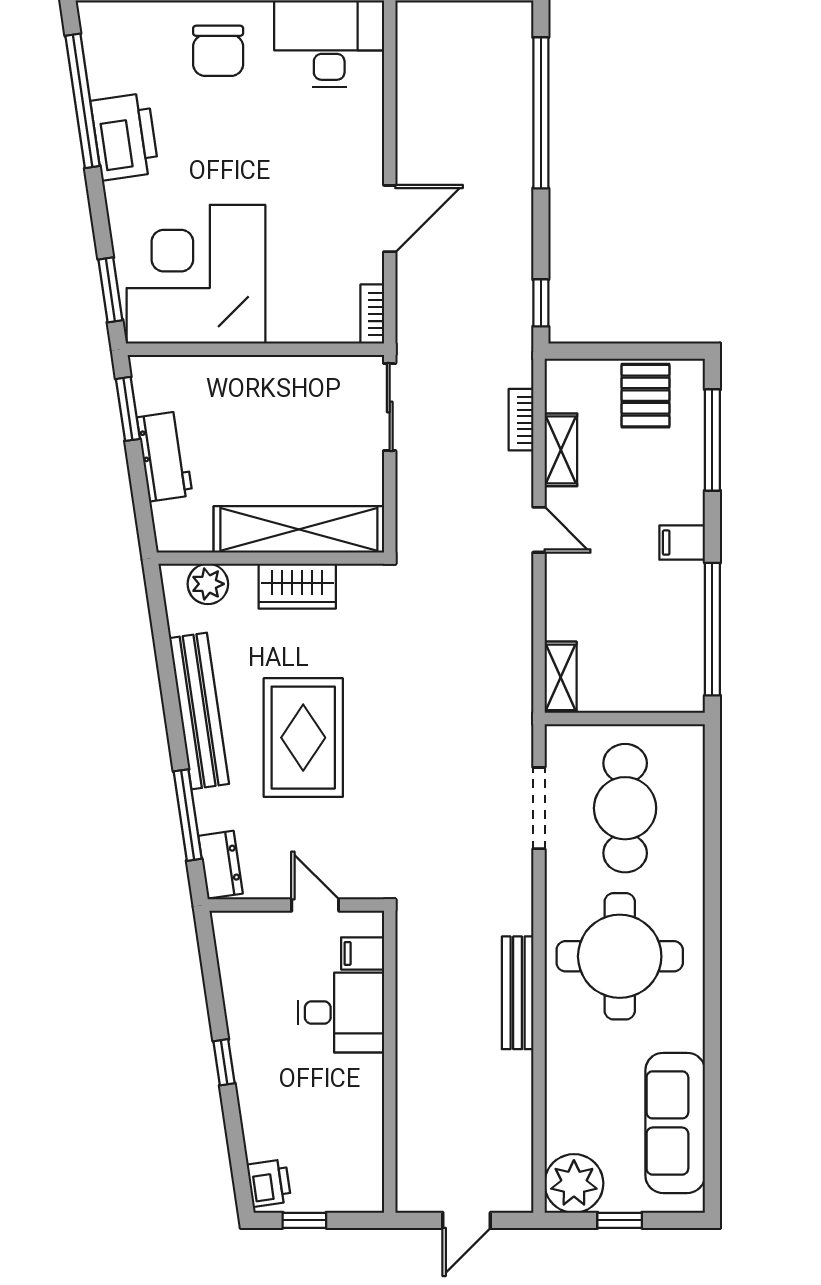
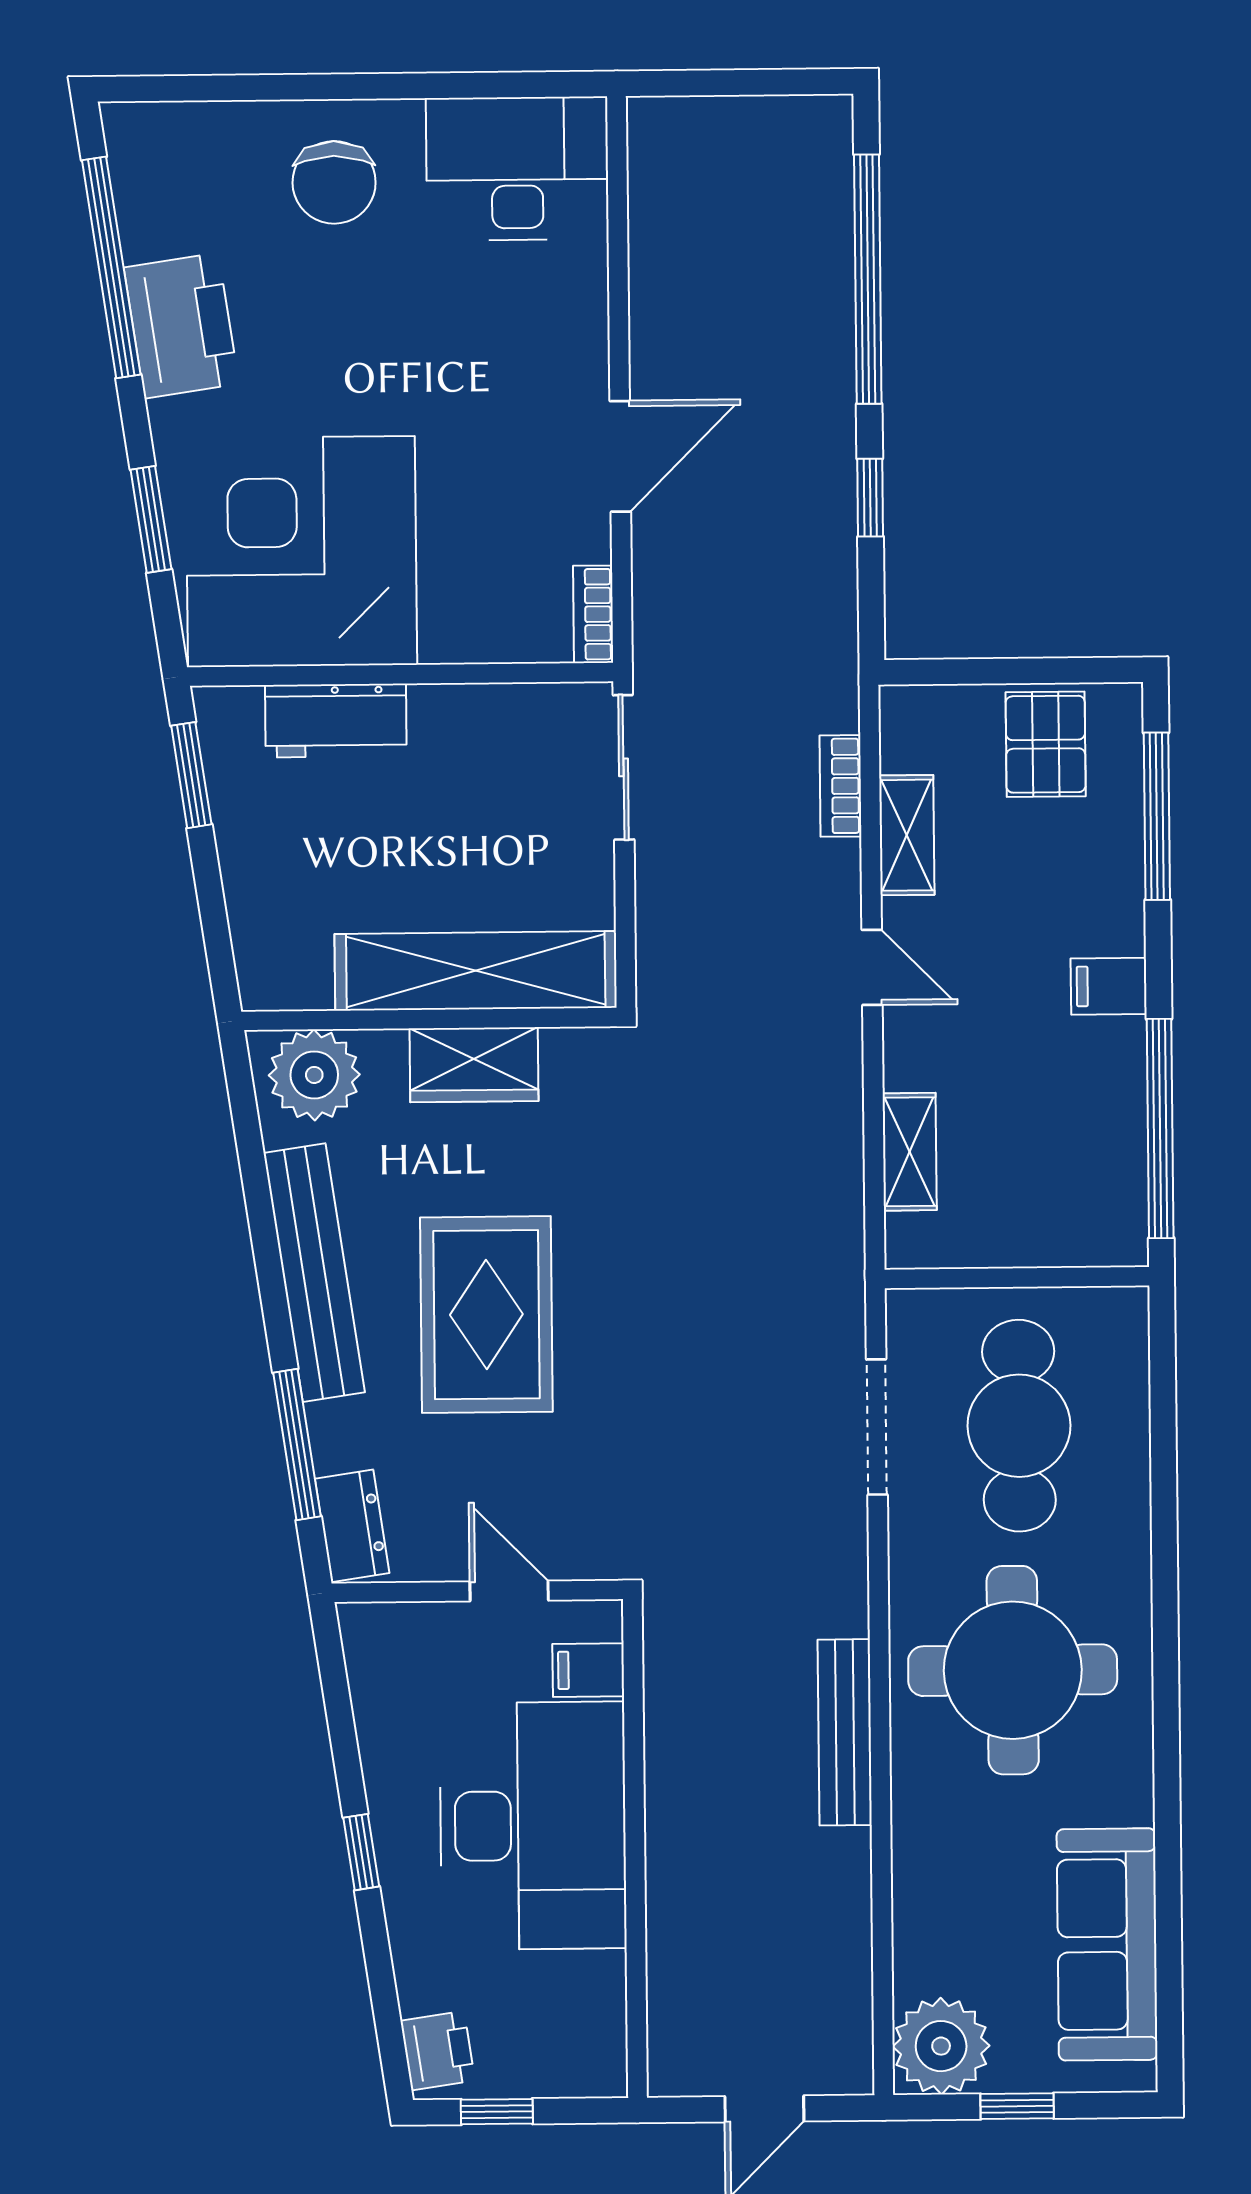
window: (110, 290) -> (151, 519), moved
window: (541, 303) -> (870, 498), moved
workbench: (165, 456) -> (336, 721), moved, turned 98
plant: (208, 584) -> (314, 1075), width x1.36, depth x1.36
shelving: (561, 677) -> (910, 1152), moved
desk: (341, 1013) -> (533, 1826), width x1.87, depth x1.30

